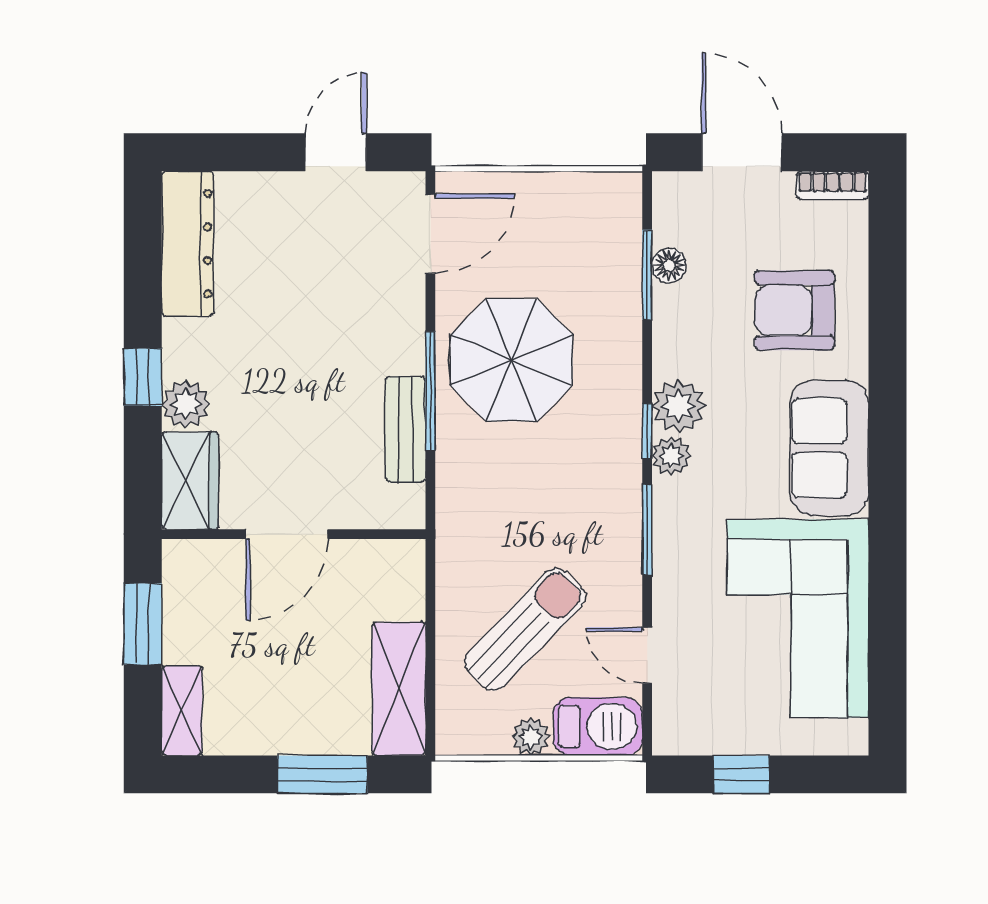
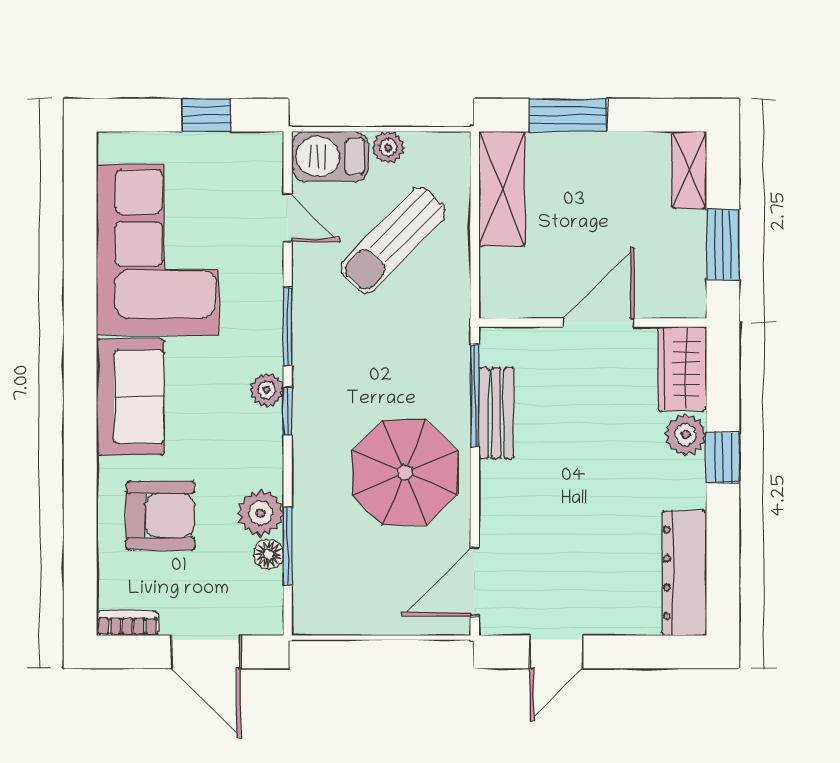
window: (430, 391) -> (475, 395), moved
plant: (679, 406) -> (261, 513), moved

